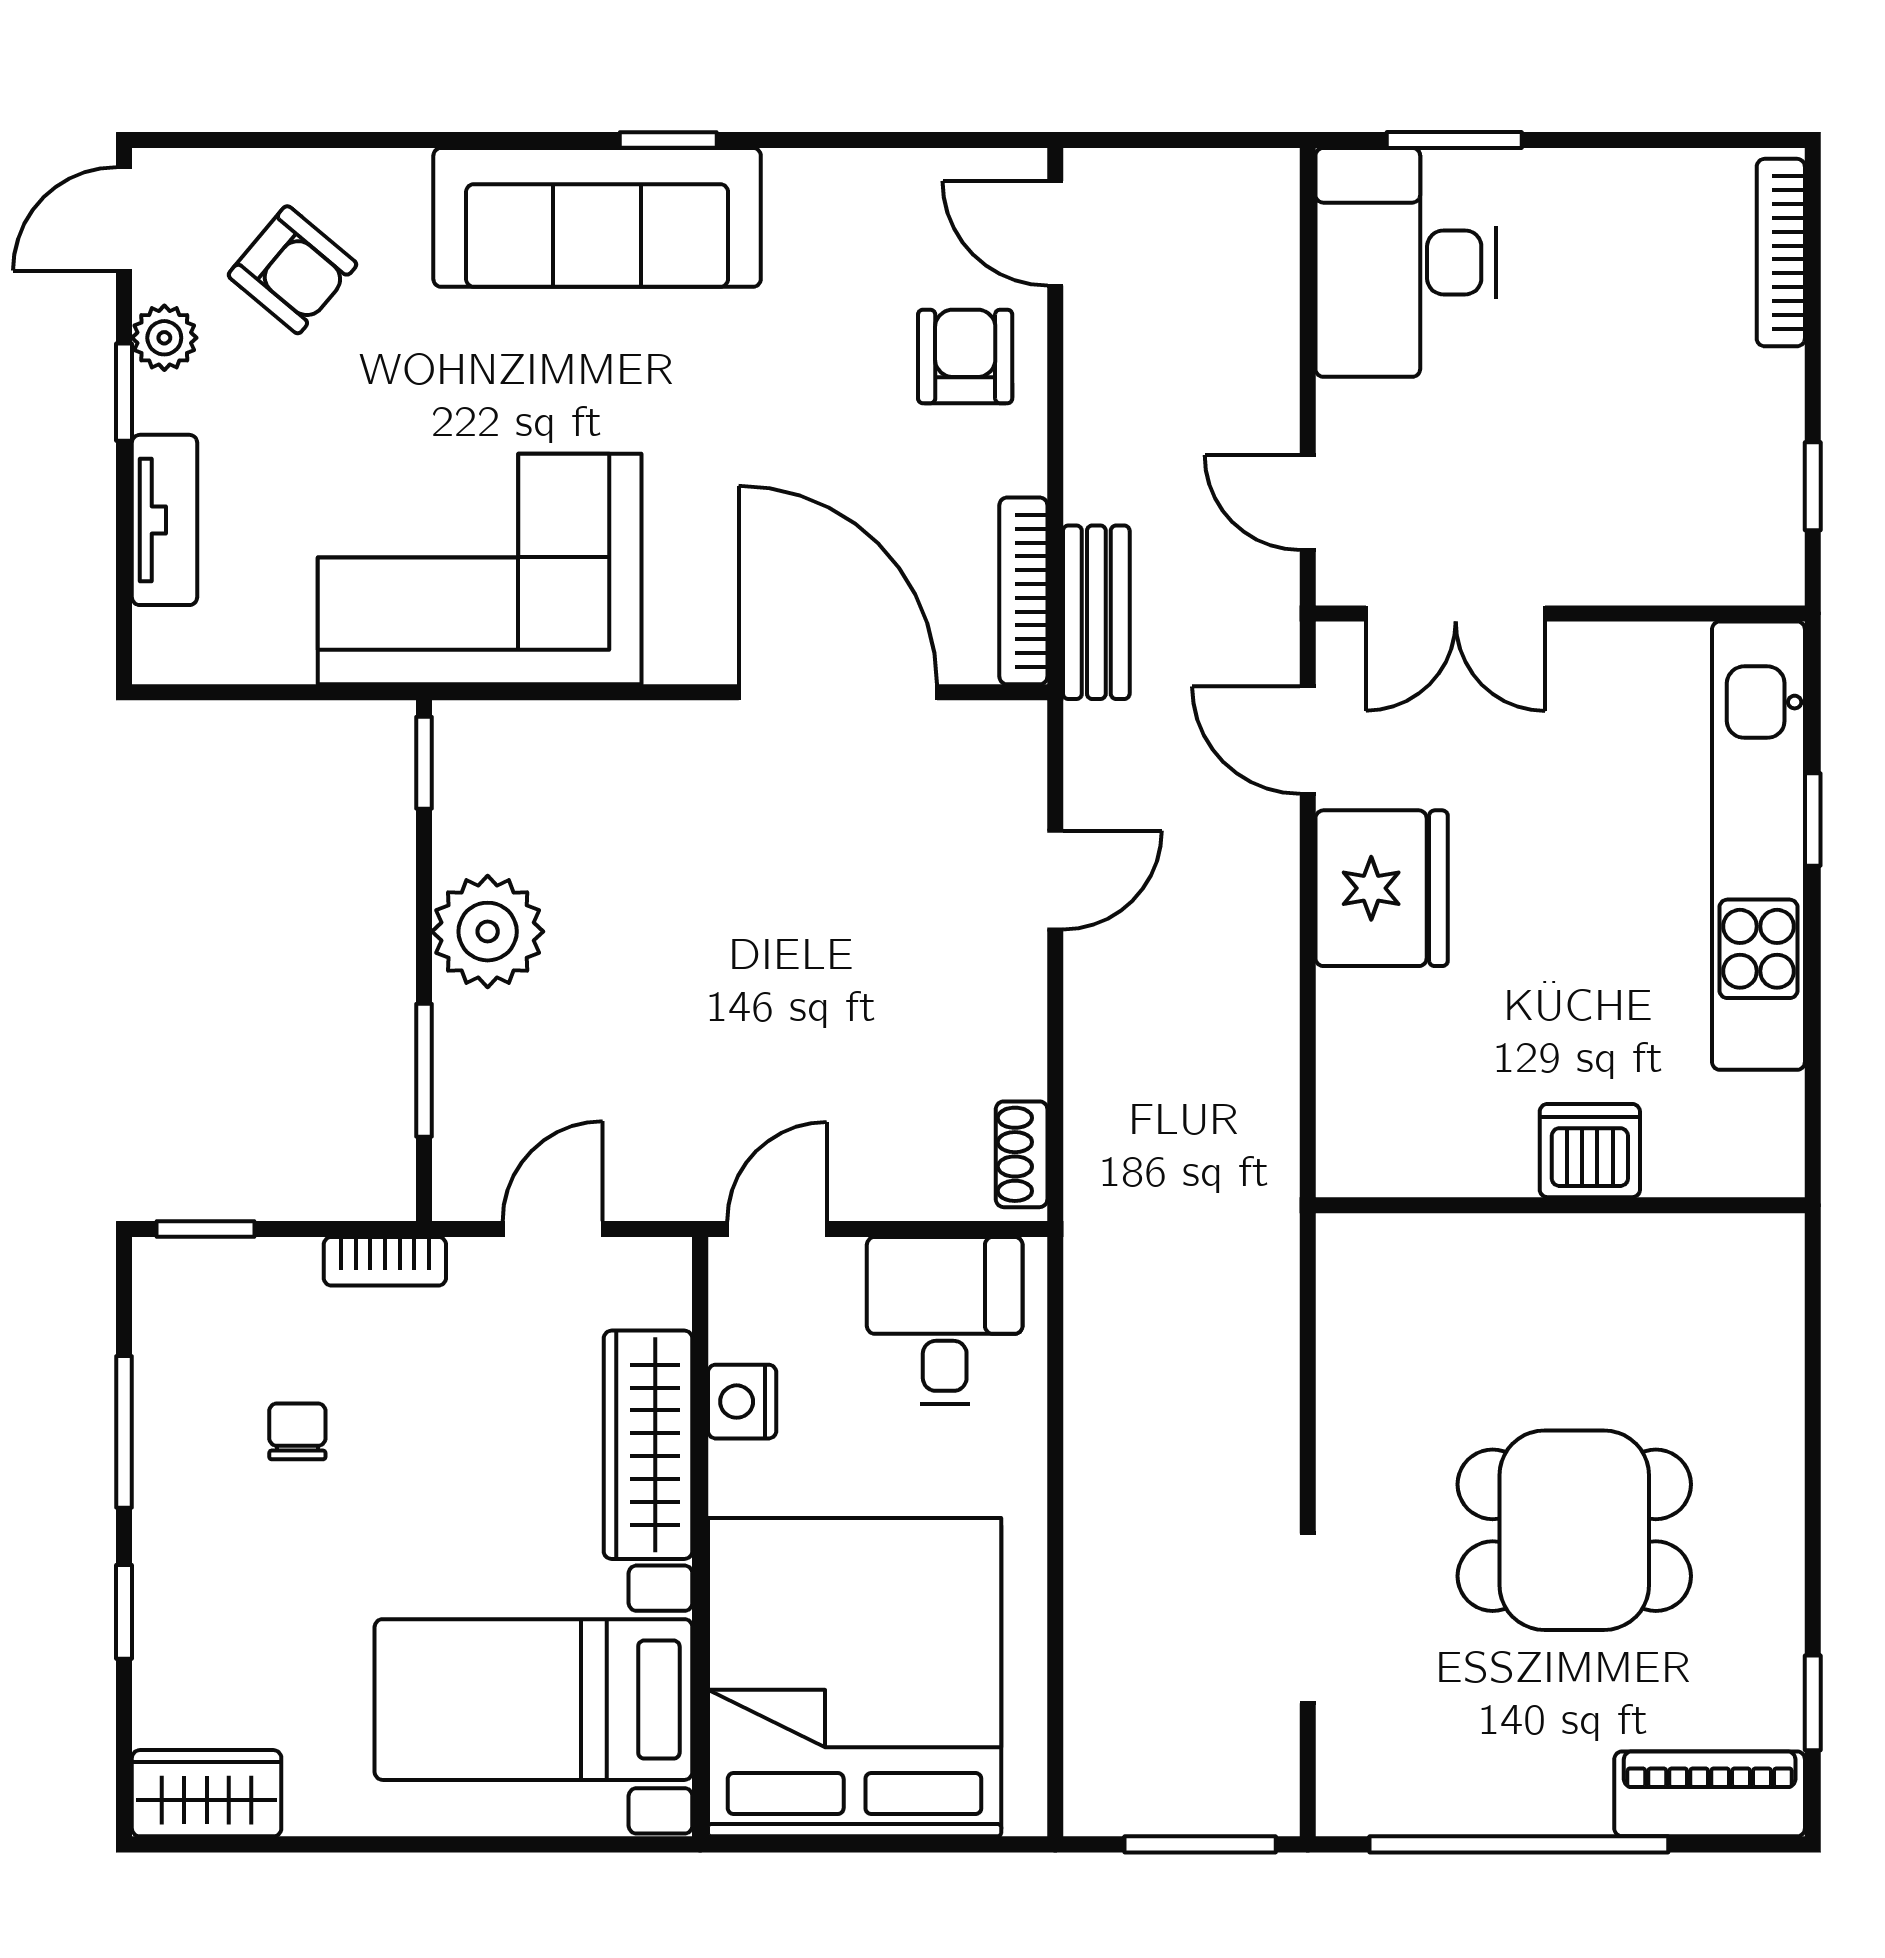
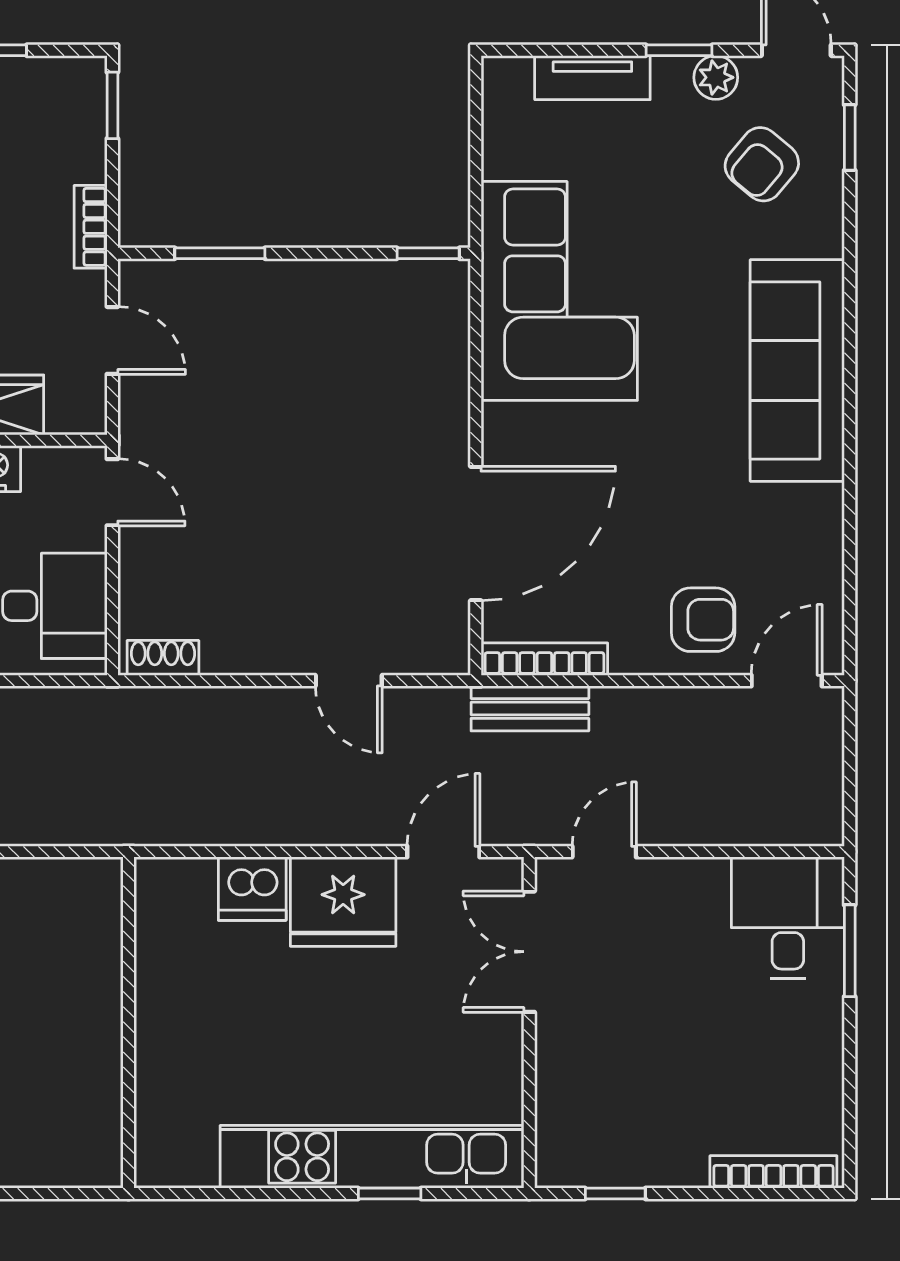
window: (668, 140) -> (850, 138), moved
desk: (1406, 262) -> (788, 918), width x0.73
plant: (488, 932) -> (314, 296), removed
dishwasher: (1590, 1151) -> (252, 889), moved, turned 90

